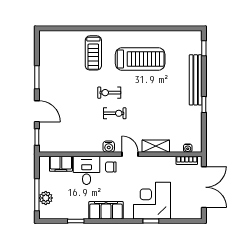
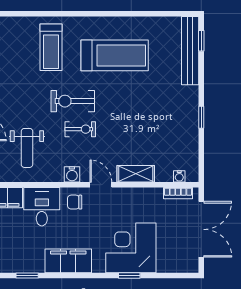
bench: (196, 80) -> (190, 51), moved
exercise bike: (109, 93) -> (73, 101), width x1.38, depth x1.39
weight bench: (76, 127) -> (27, 148), added

